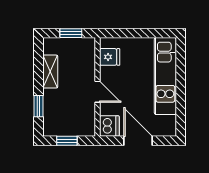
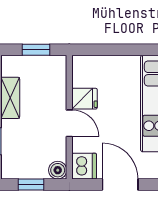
fridge: (110, 57) -> (85, 99), moved
boiler: (88, 129) -> (58, 170), added

